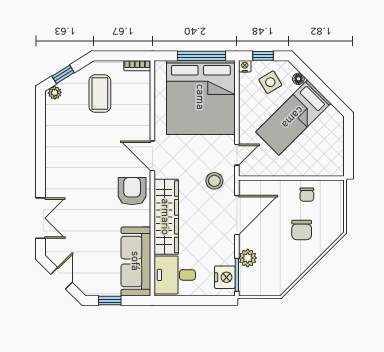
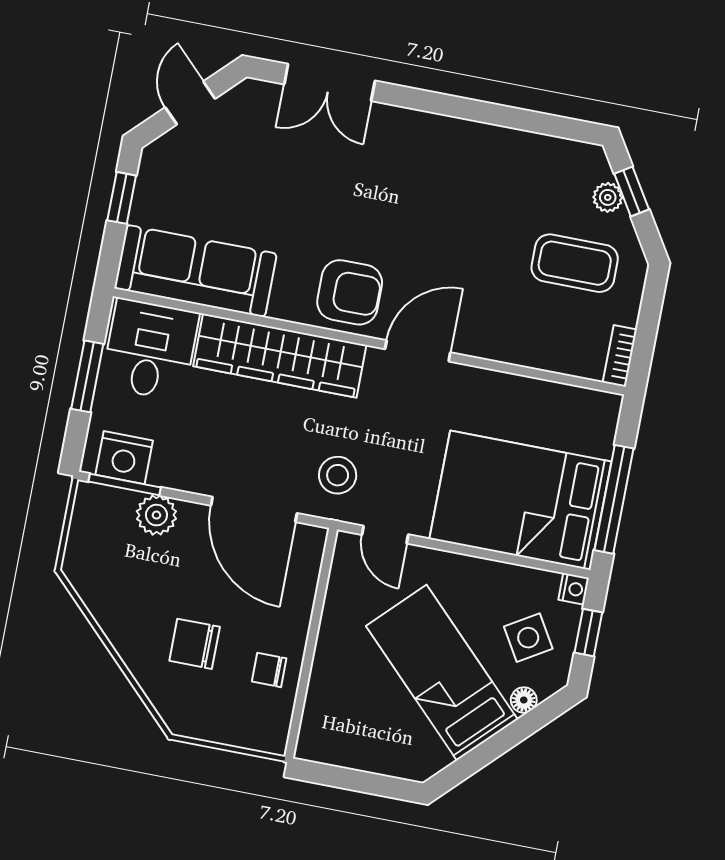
plant: (55, 93) -> (608, 197), moved
bed: (201, 97) -> (520, 500), width x0.73
door: (62, 278) -> (190, 103), swing flipped
window: (192, 301) -> (87, 376), added

